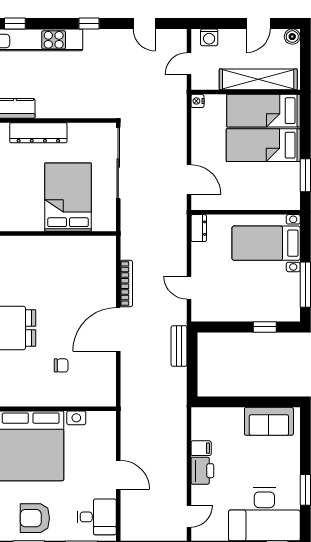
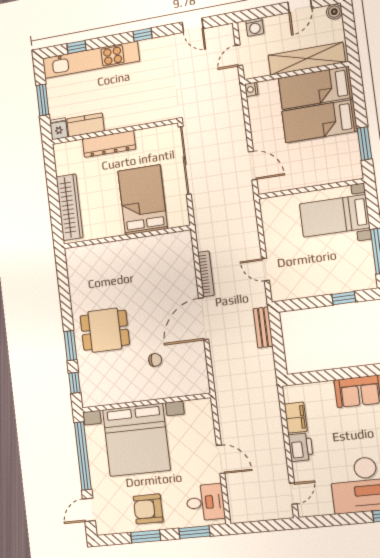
dresser: (199, 228) -> (268, 211), removed
filing cabinet: (201, 448) -> (296, 418), width x2.00

